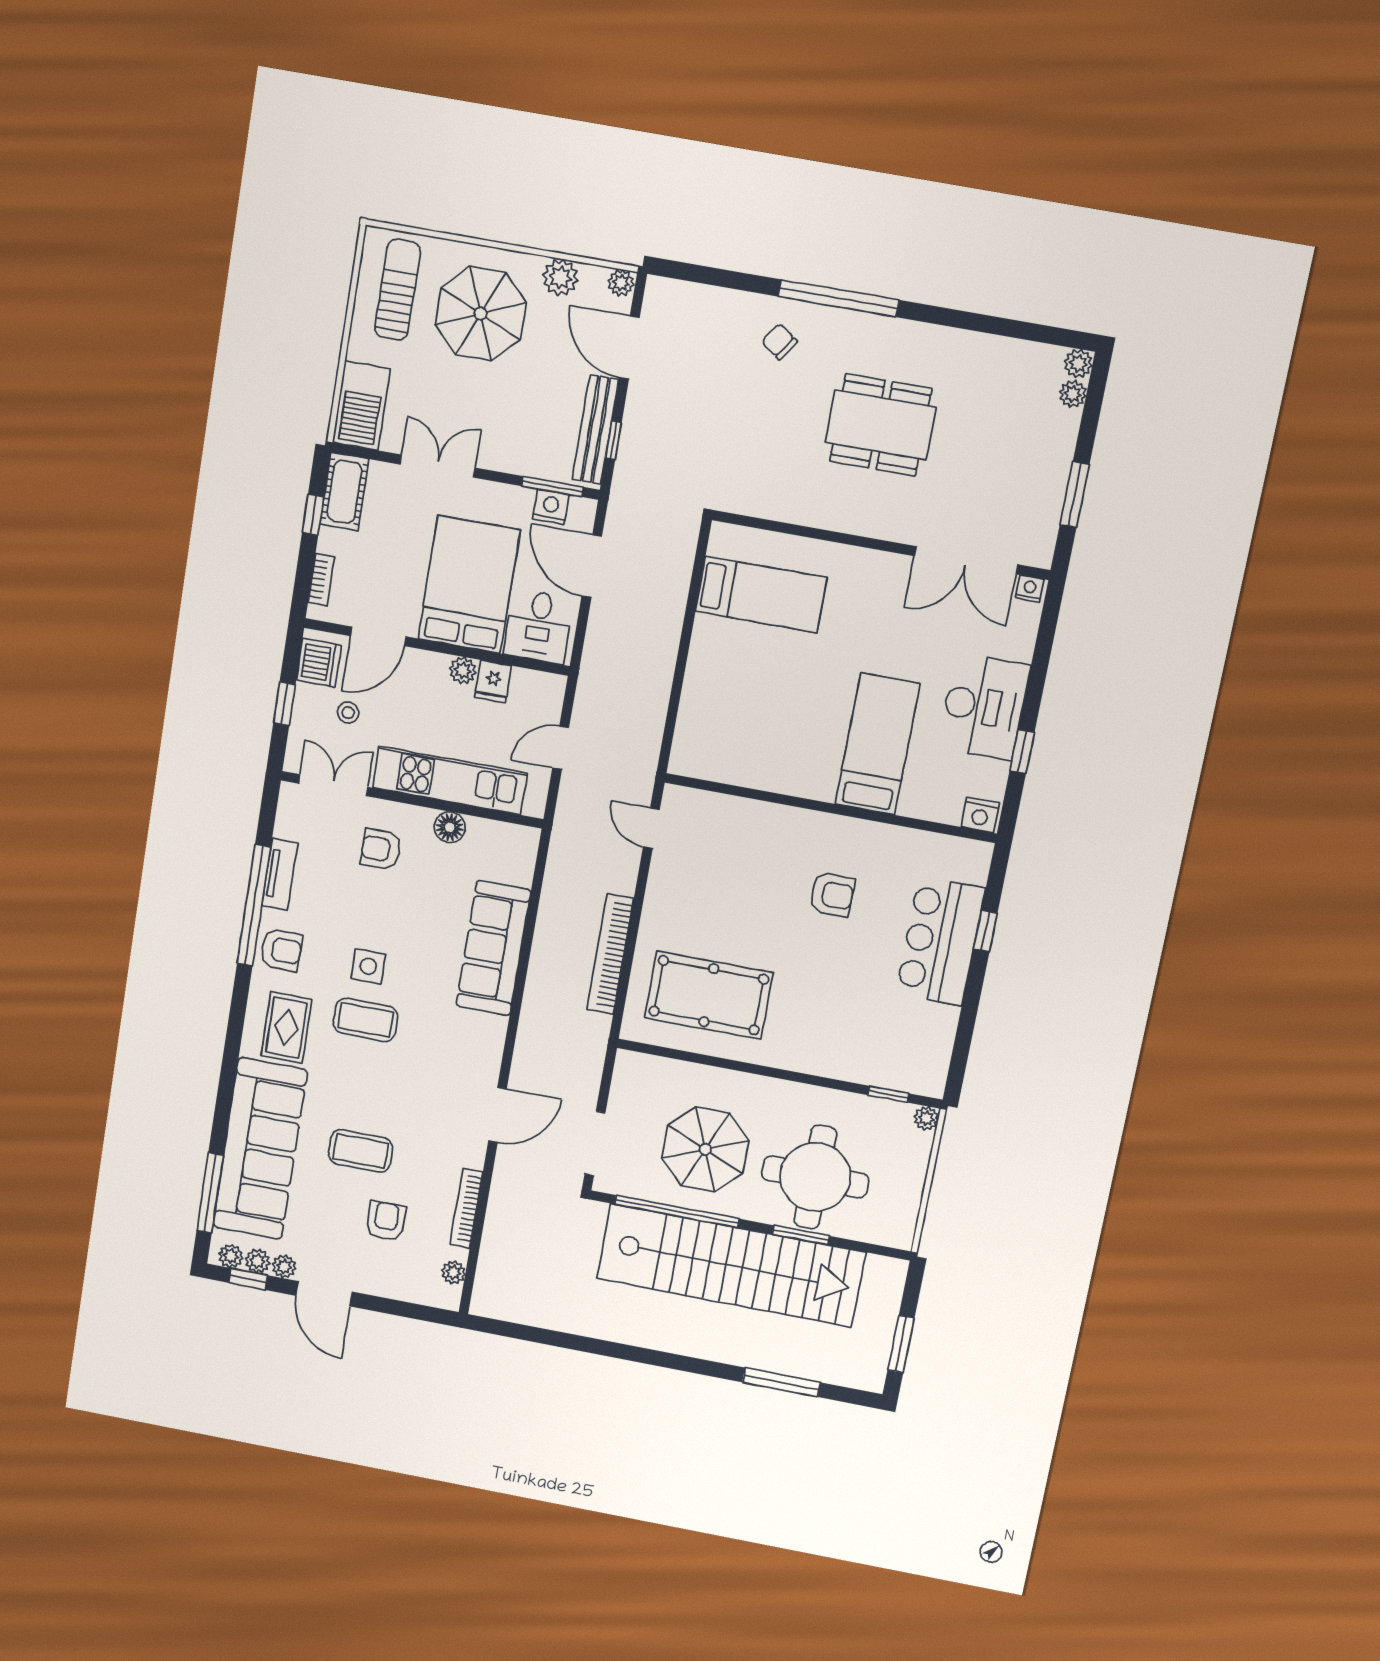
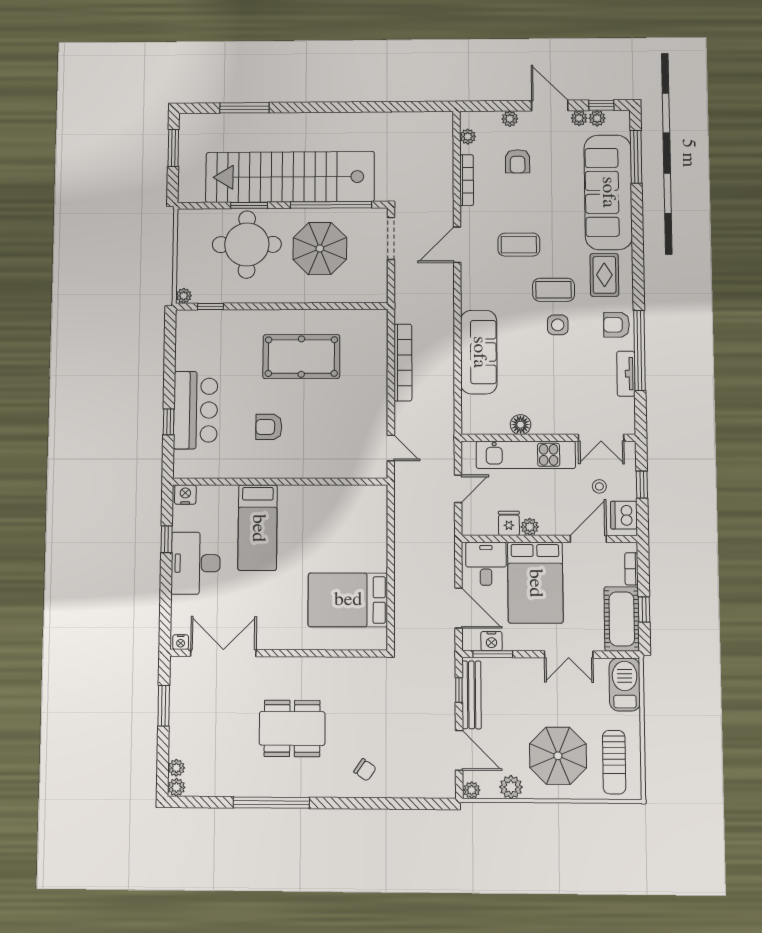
window: (838, 298) -> (271, 803), moved
cot: (344, 492) -> (622, 619), width x1.37, depth x1.34
bed: (761, 594) -> (348, 600), width x1.50
armchair: (381, 849) -> (563, 402), removed
pool table: (709, 995) -> (301, 357), moved
coffee table: (361, 1151) -> (519, 245), moved
plant: (231, 1256) -> (510, 119), moved

